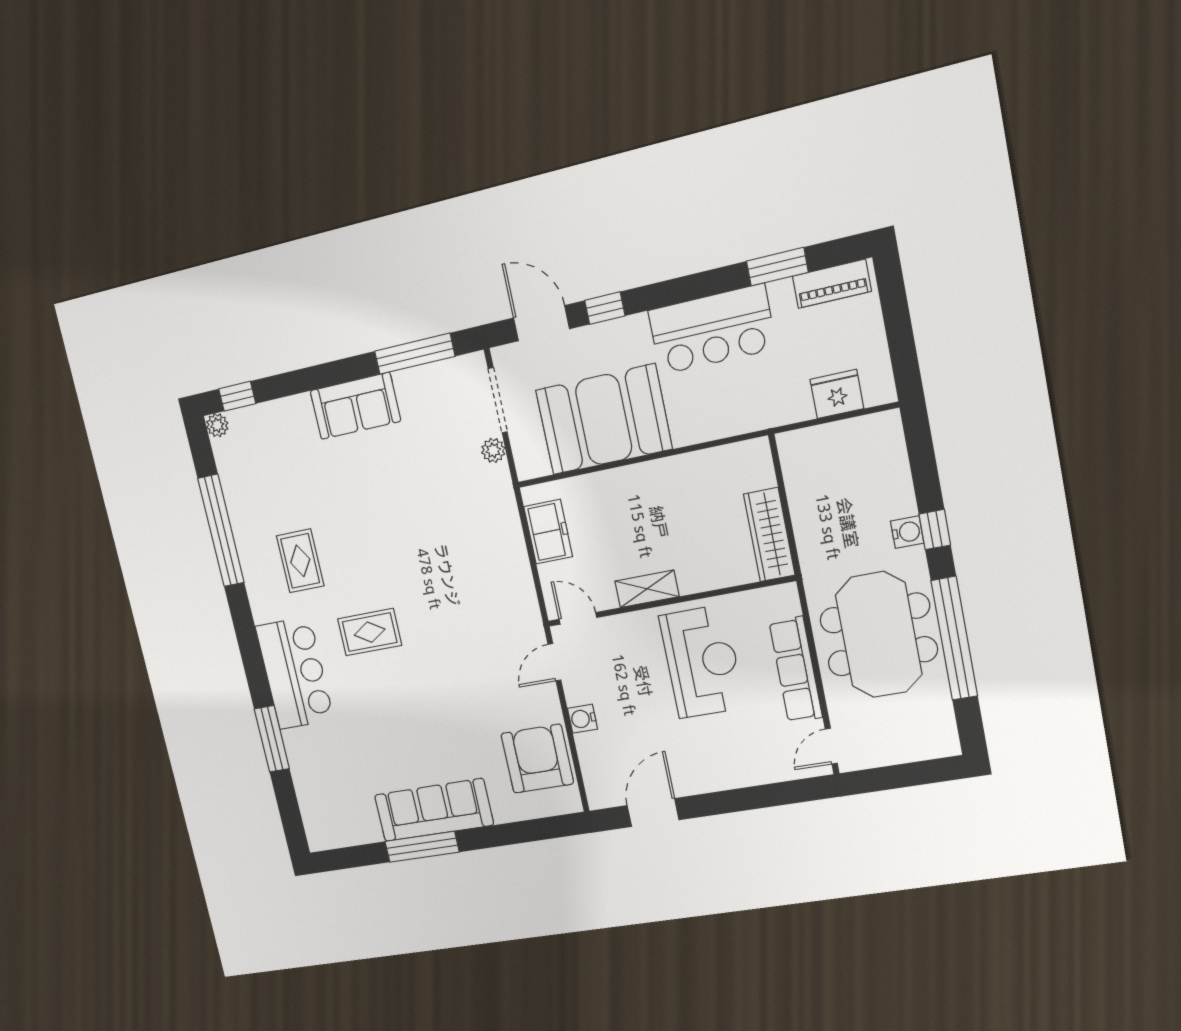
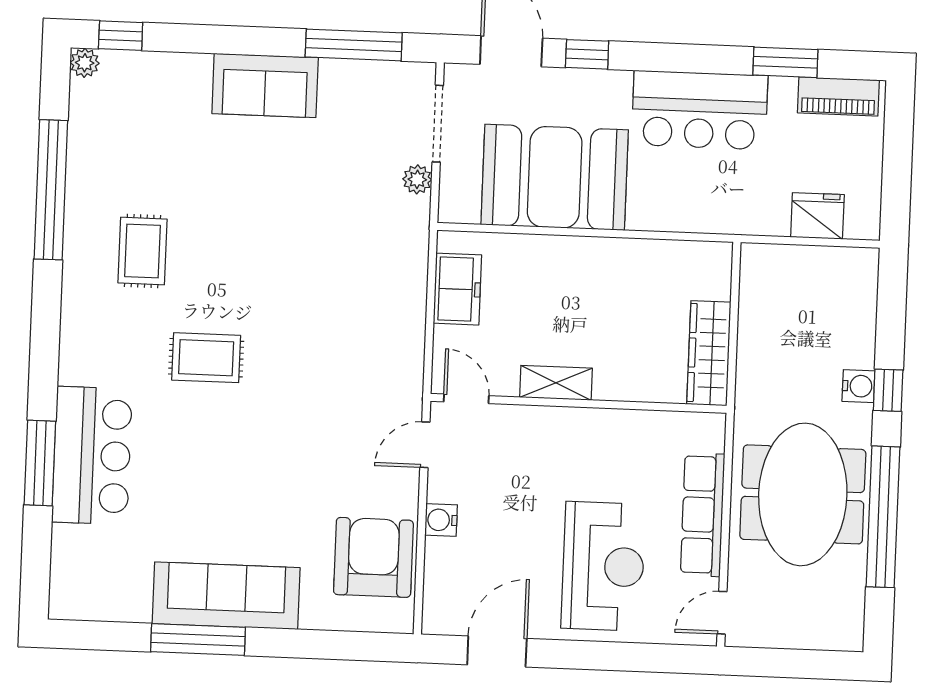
reception desk: (702, 662) -> (603, 566), moved
bar counter: (295, 673) -> (92, 456), moved

